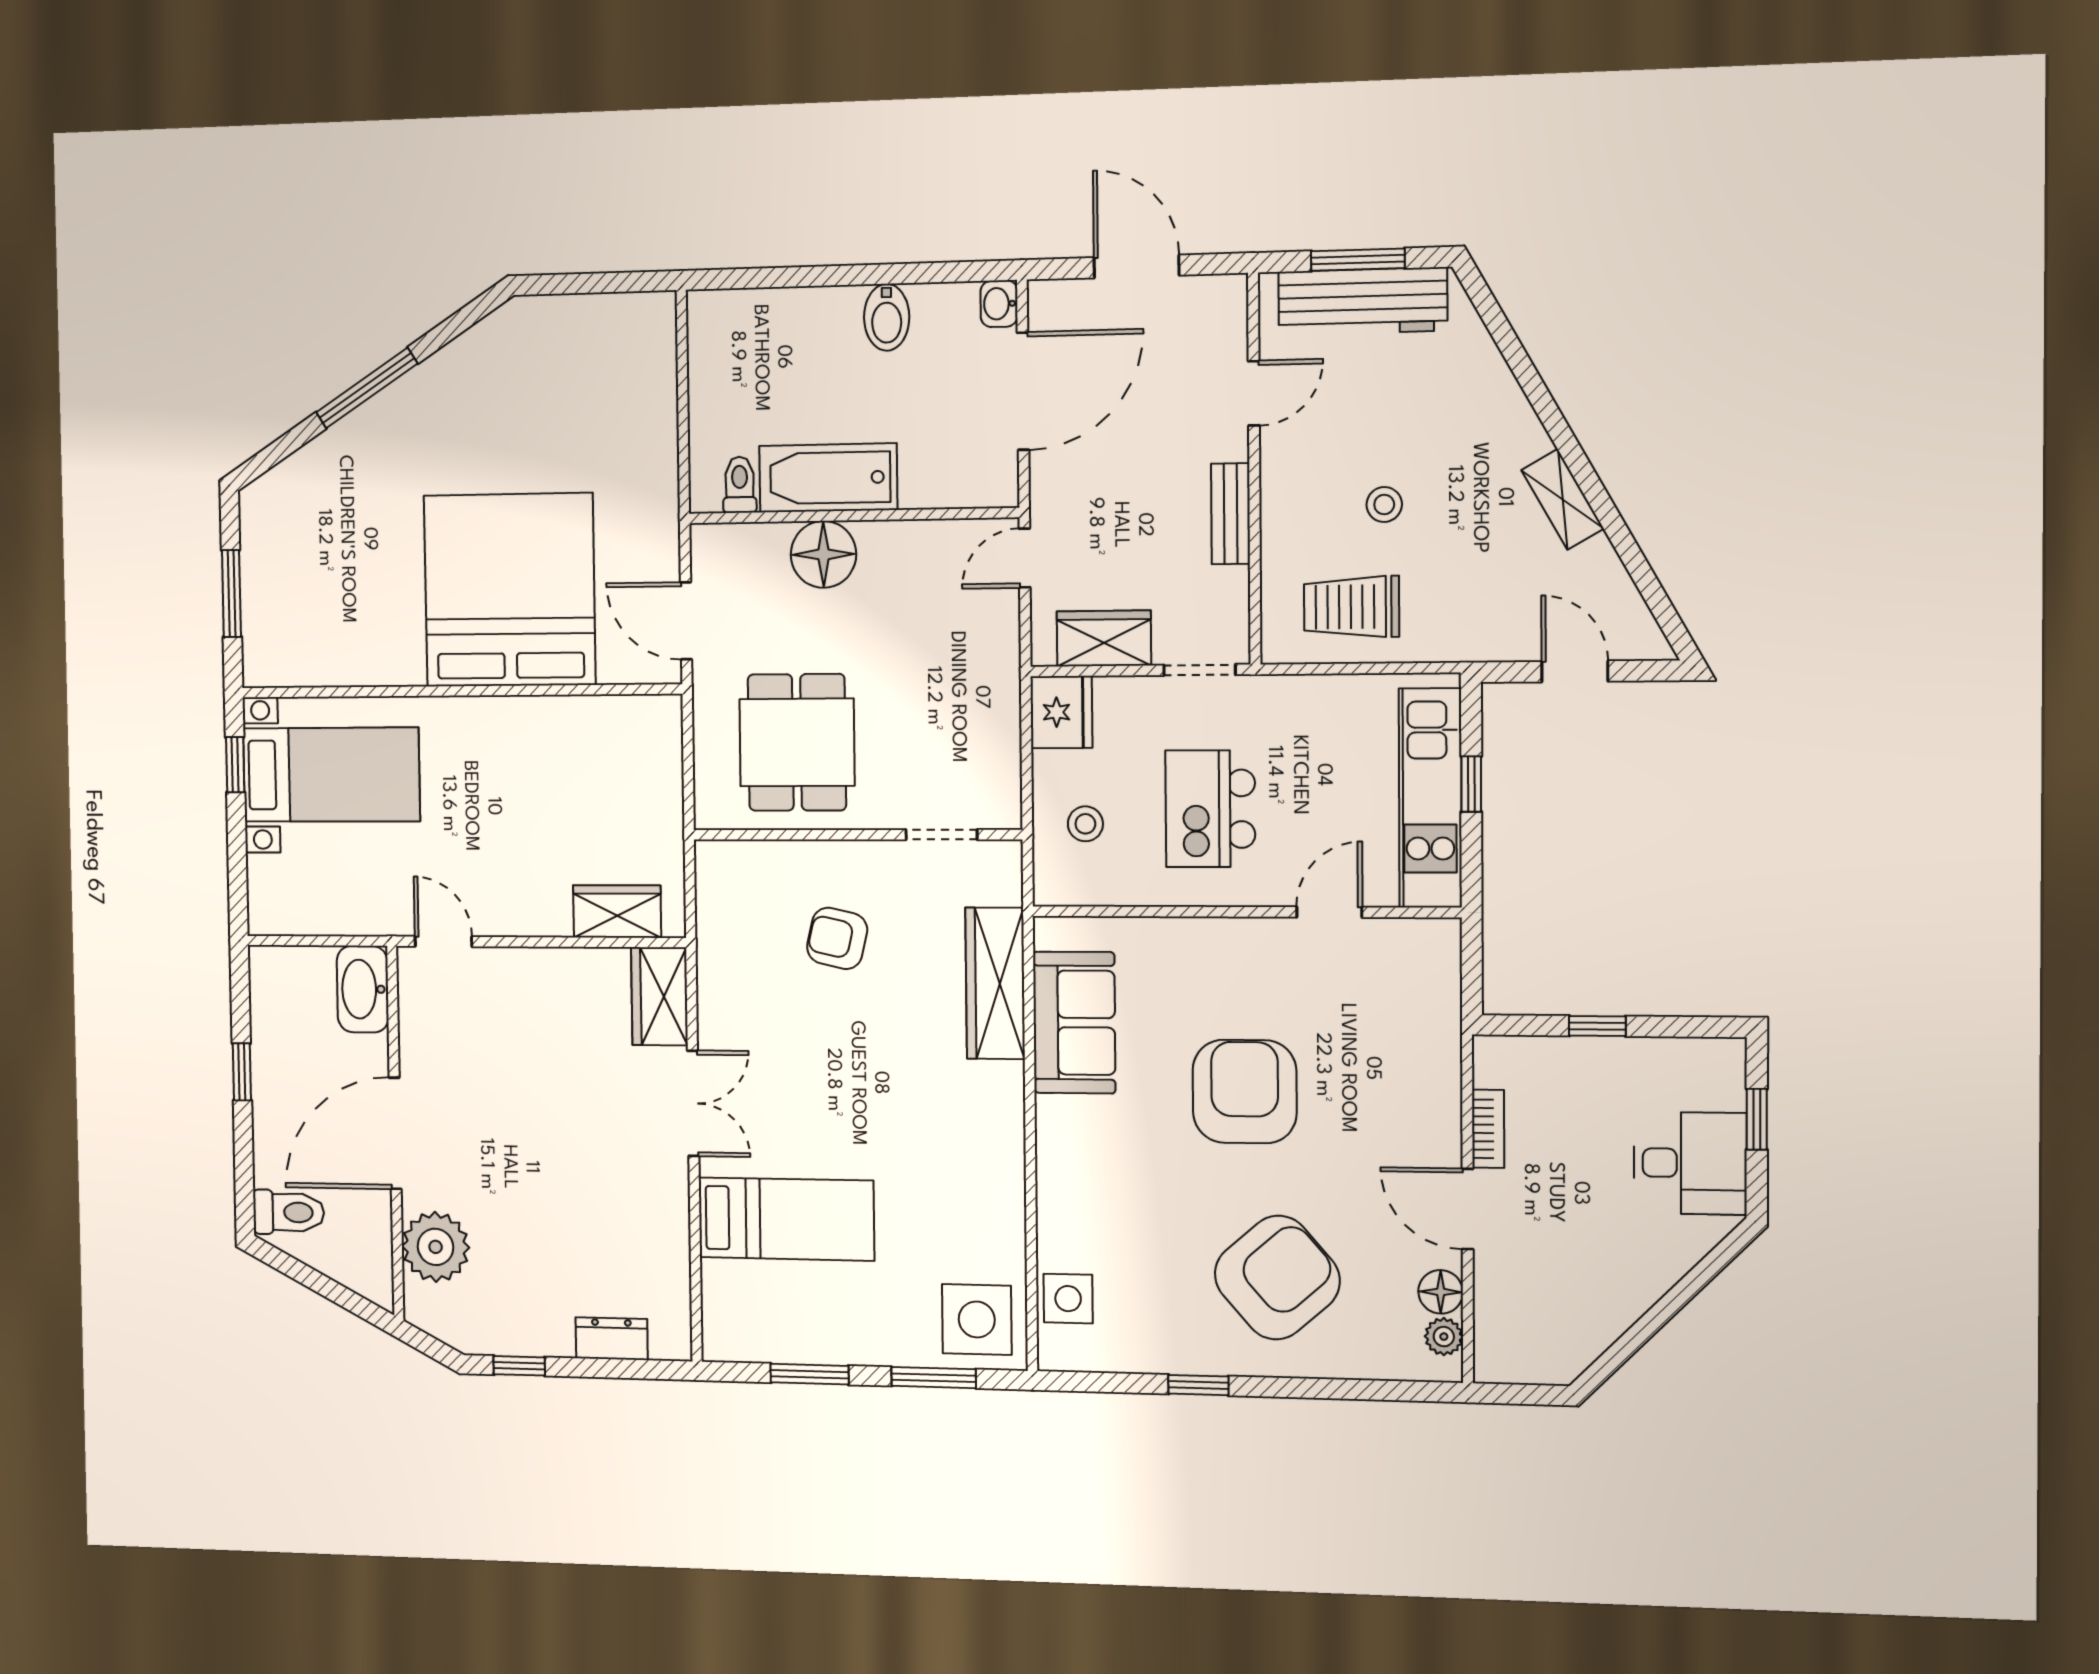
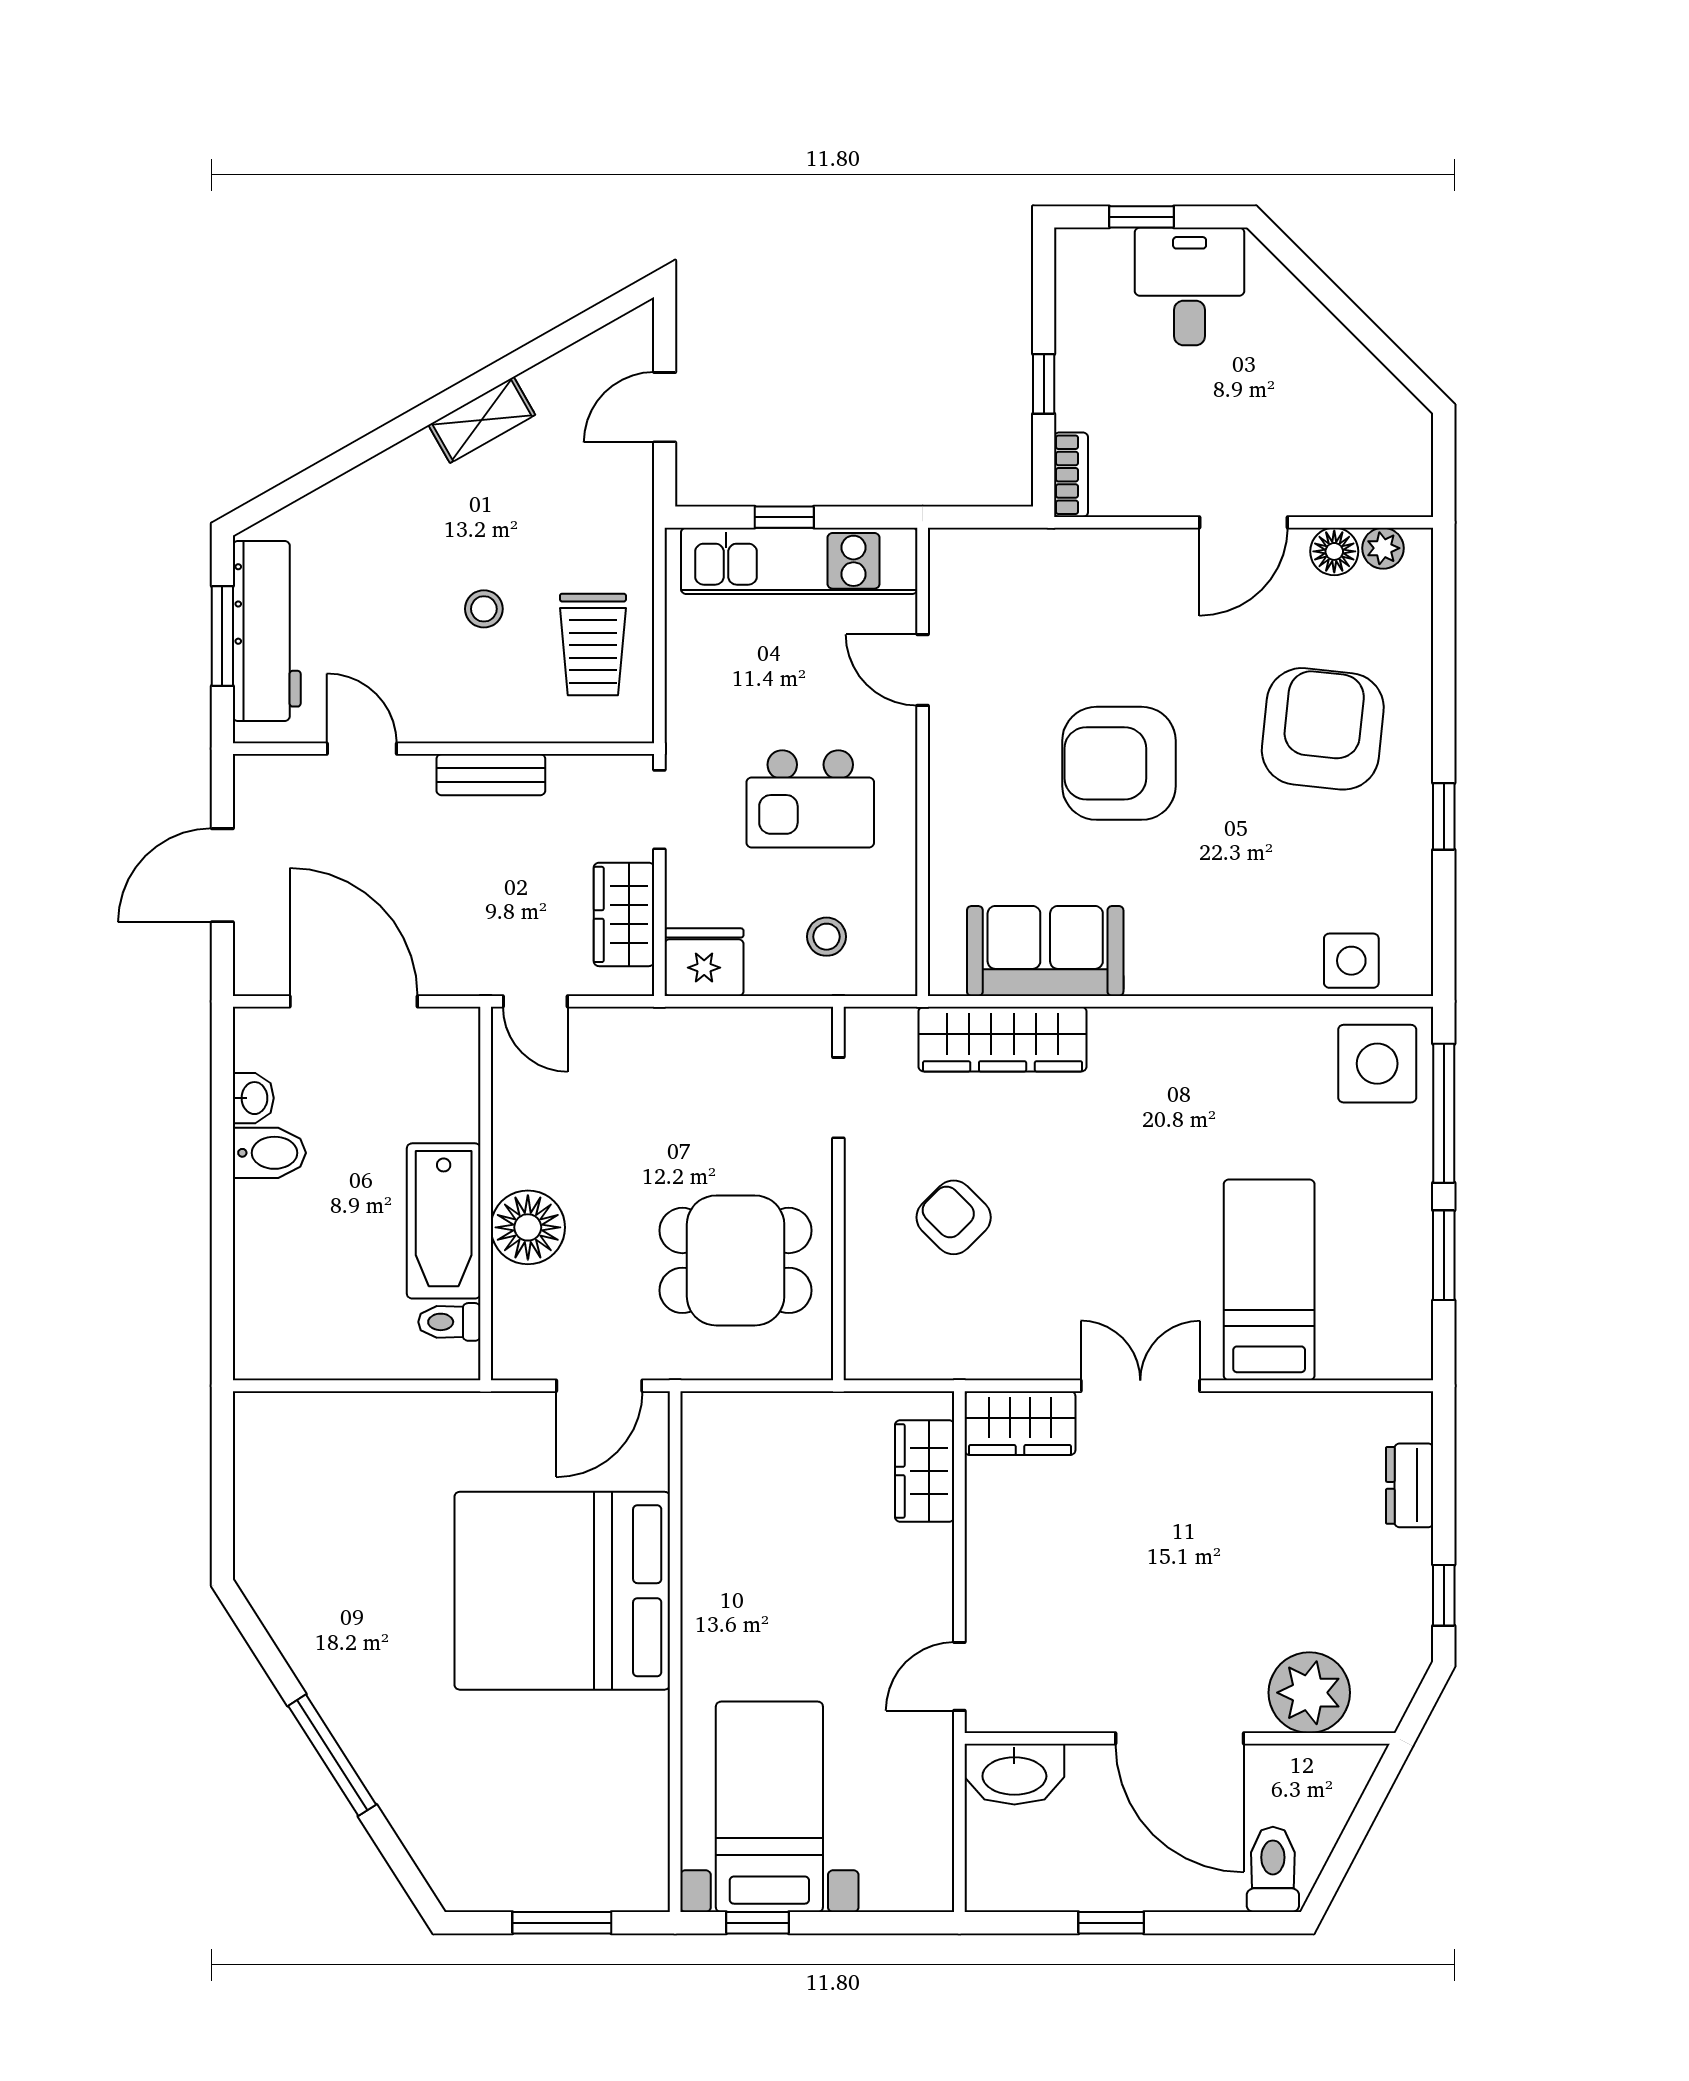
washbasin: (999, 304) -> (253, 1098), moved, turned -90
armchair: (837, 938) -> (954, 1217), turned 122
bookcase: (1488, 1129) -> (1071, 475), moved, turned 90
armchair: (1277, 1278) -> (1323, 729), turned 47
window: (934, 1378) -> (1444, 1113), width x1.44

